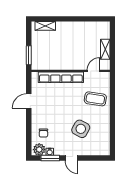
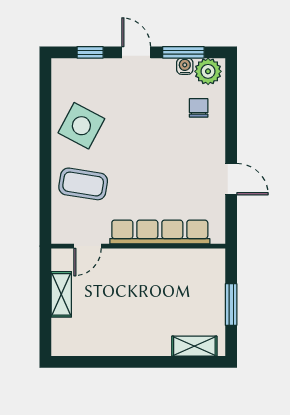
window: (29, 55) -> (231, 304), moved
door: (29, 101) -> (231, 179), hinge flipped
side table: (81, 129) -> (81, 126), moved
window: (92, 158) -> (90, 52), added

